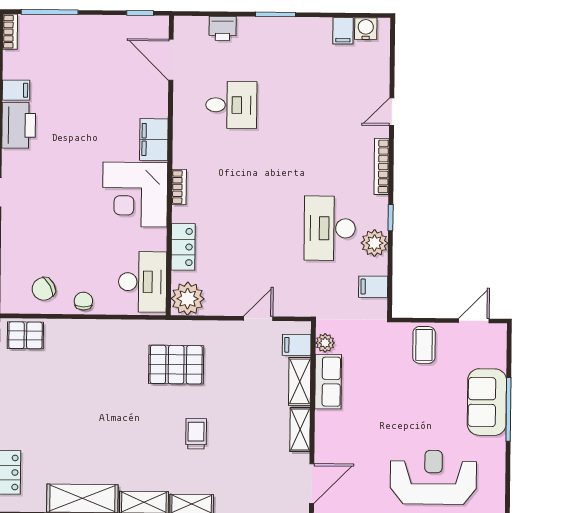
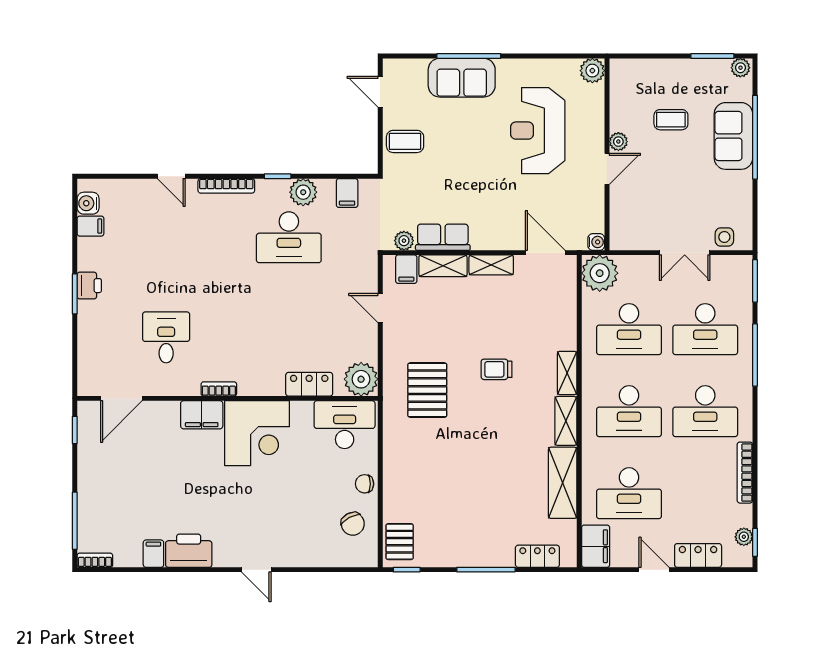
printer: (223, 28) -> (89, 286), moved
bookcase: (179, 187) -> (219, 389), moved

